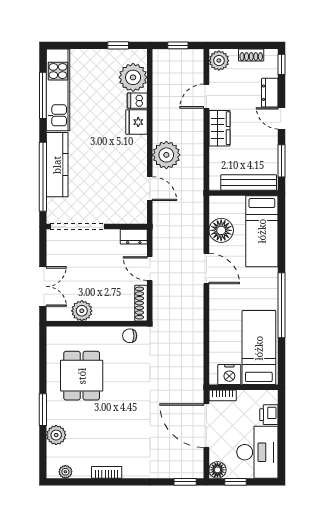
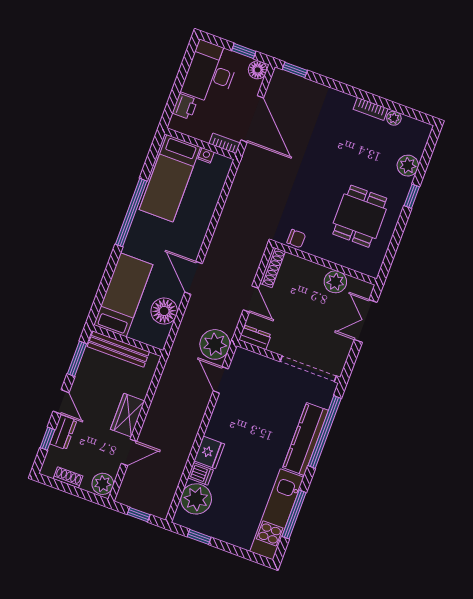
window: (281, 64) -> (47, 439), moved
plant: (166, 155) -> (215, 344), moved
nightstand: (229, 374) -> (206, 155), width x0.53, depth x0.56
window: (43, 410) -> (412, 196), width x0.67
plant: (65, 472) -> (394, 118), moved

